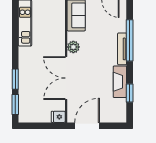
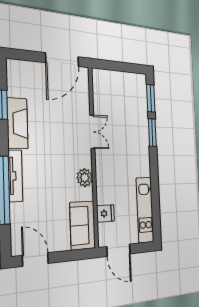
double door: (66, 78) -> (92, 132), width x0.54
fridge: (58, 117) -> (105, 213), moved

